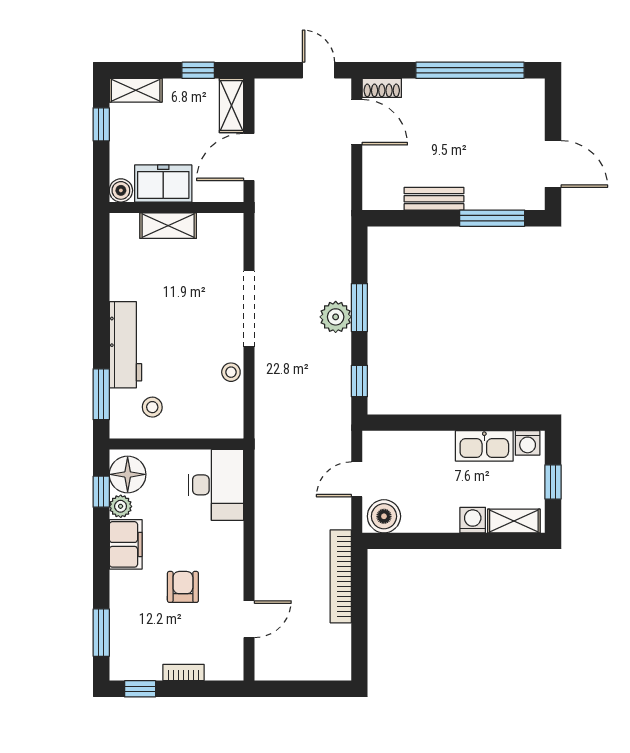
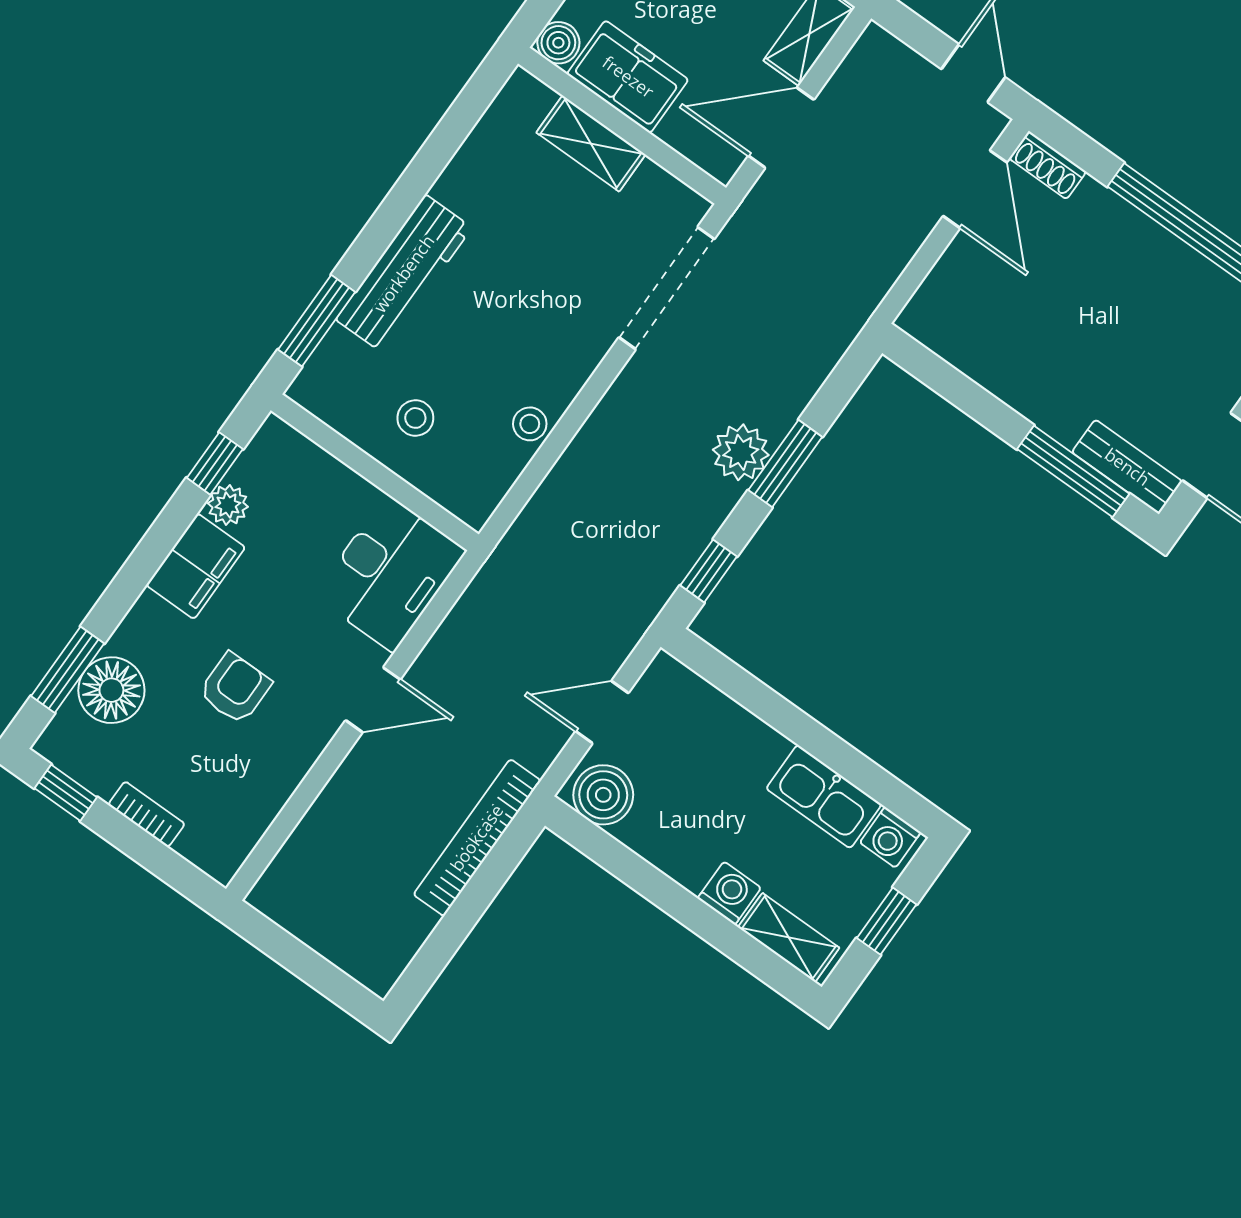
bench: (434, 199) -> (1127, 467), moved
doorway: (249, 309) -> (667, 288), moved
stool: (152, 407) -> (415, 418), moved
floor lamp: (128, 474) -> (111, 690), moved
door: (249, 619) -> (373, 700), moved

